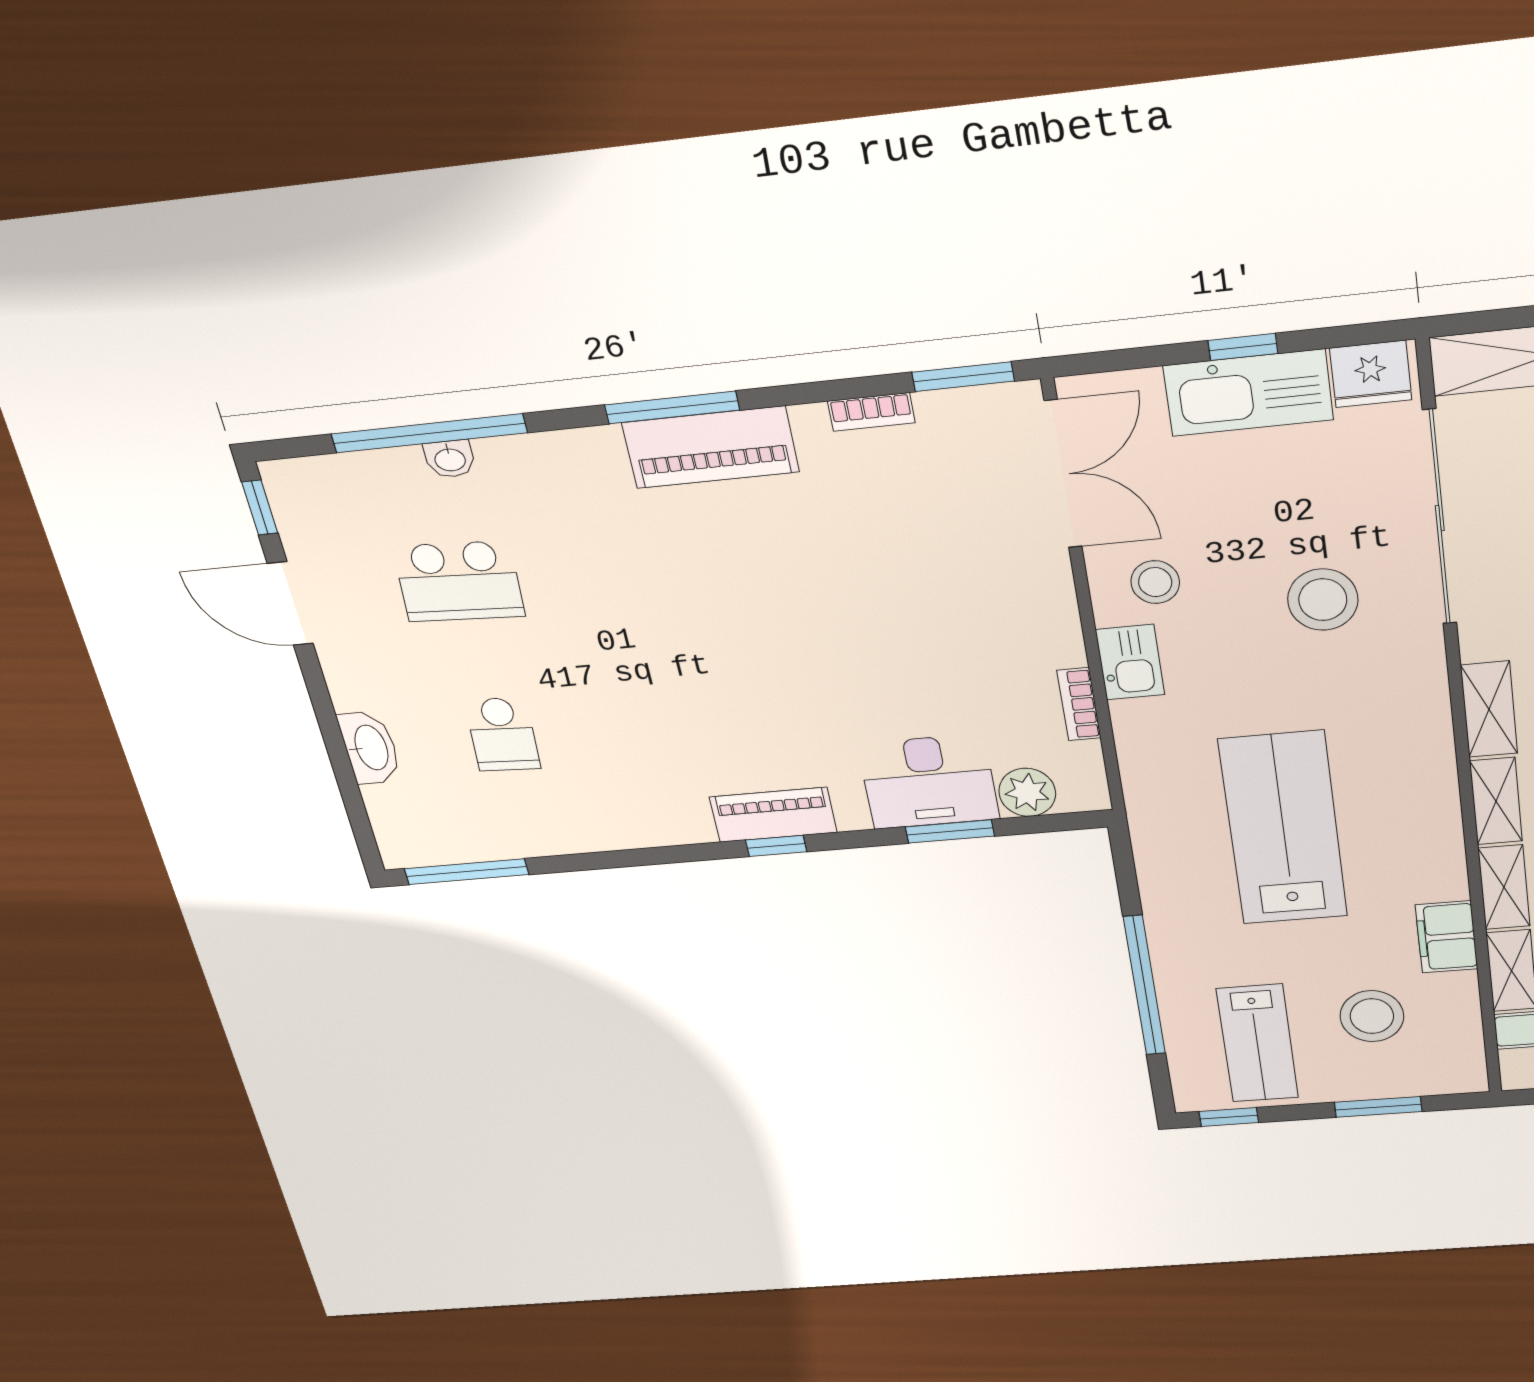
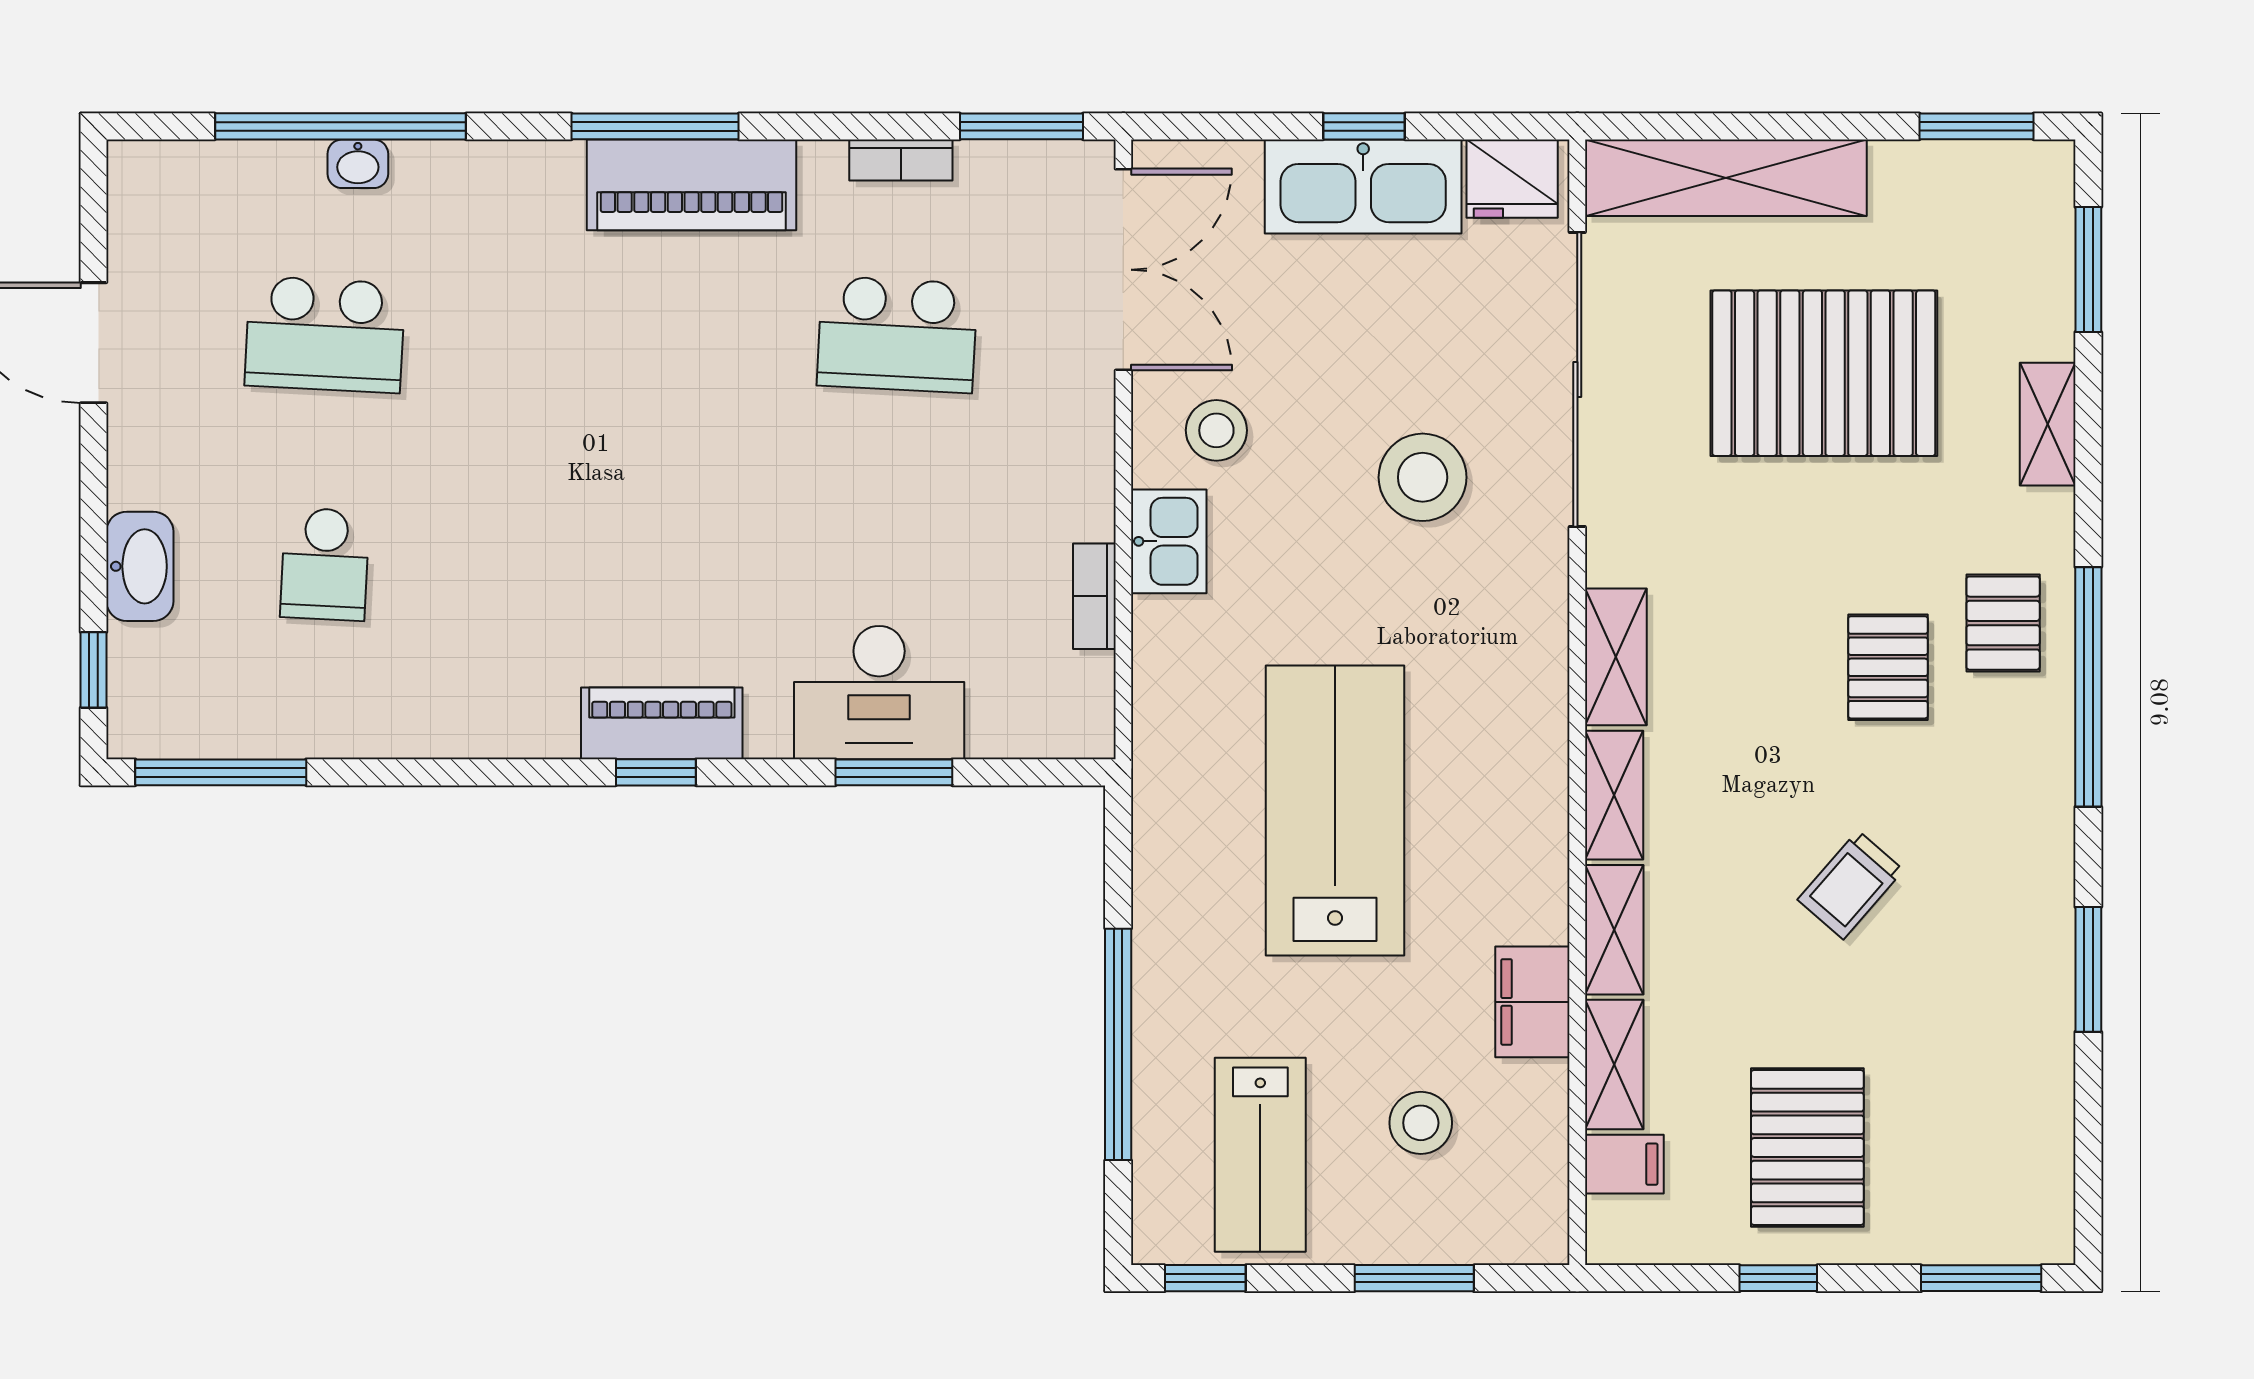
window: (260, 507) -> (93, 670), moved
school desk: (894, 539) -> (897, 335), added
plant: (1027, 792) -> (1007, 722), removed
stool: (1372, 1016) -> (1421, 1123), width x0.73, depth x0.73

